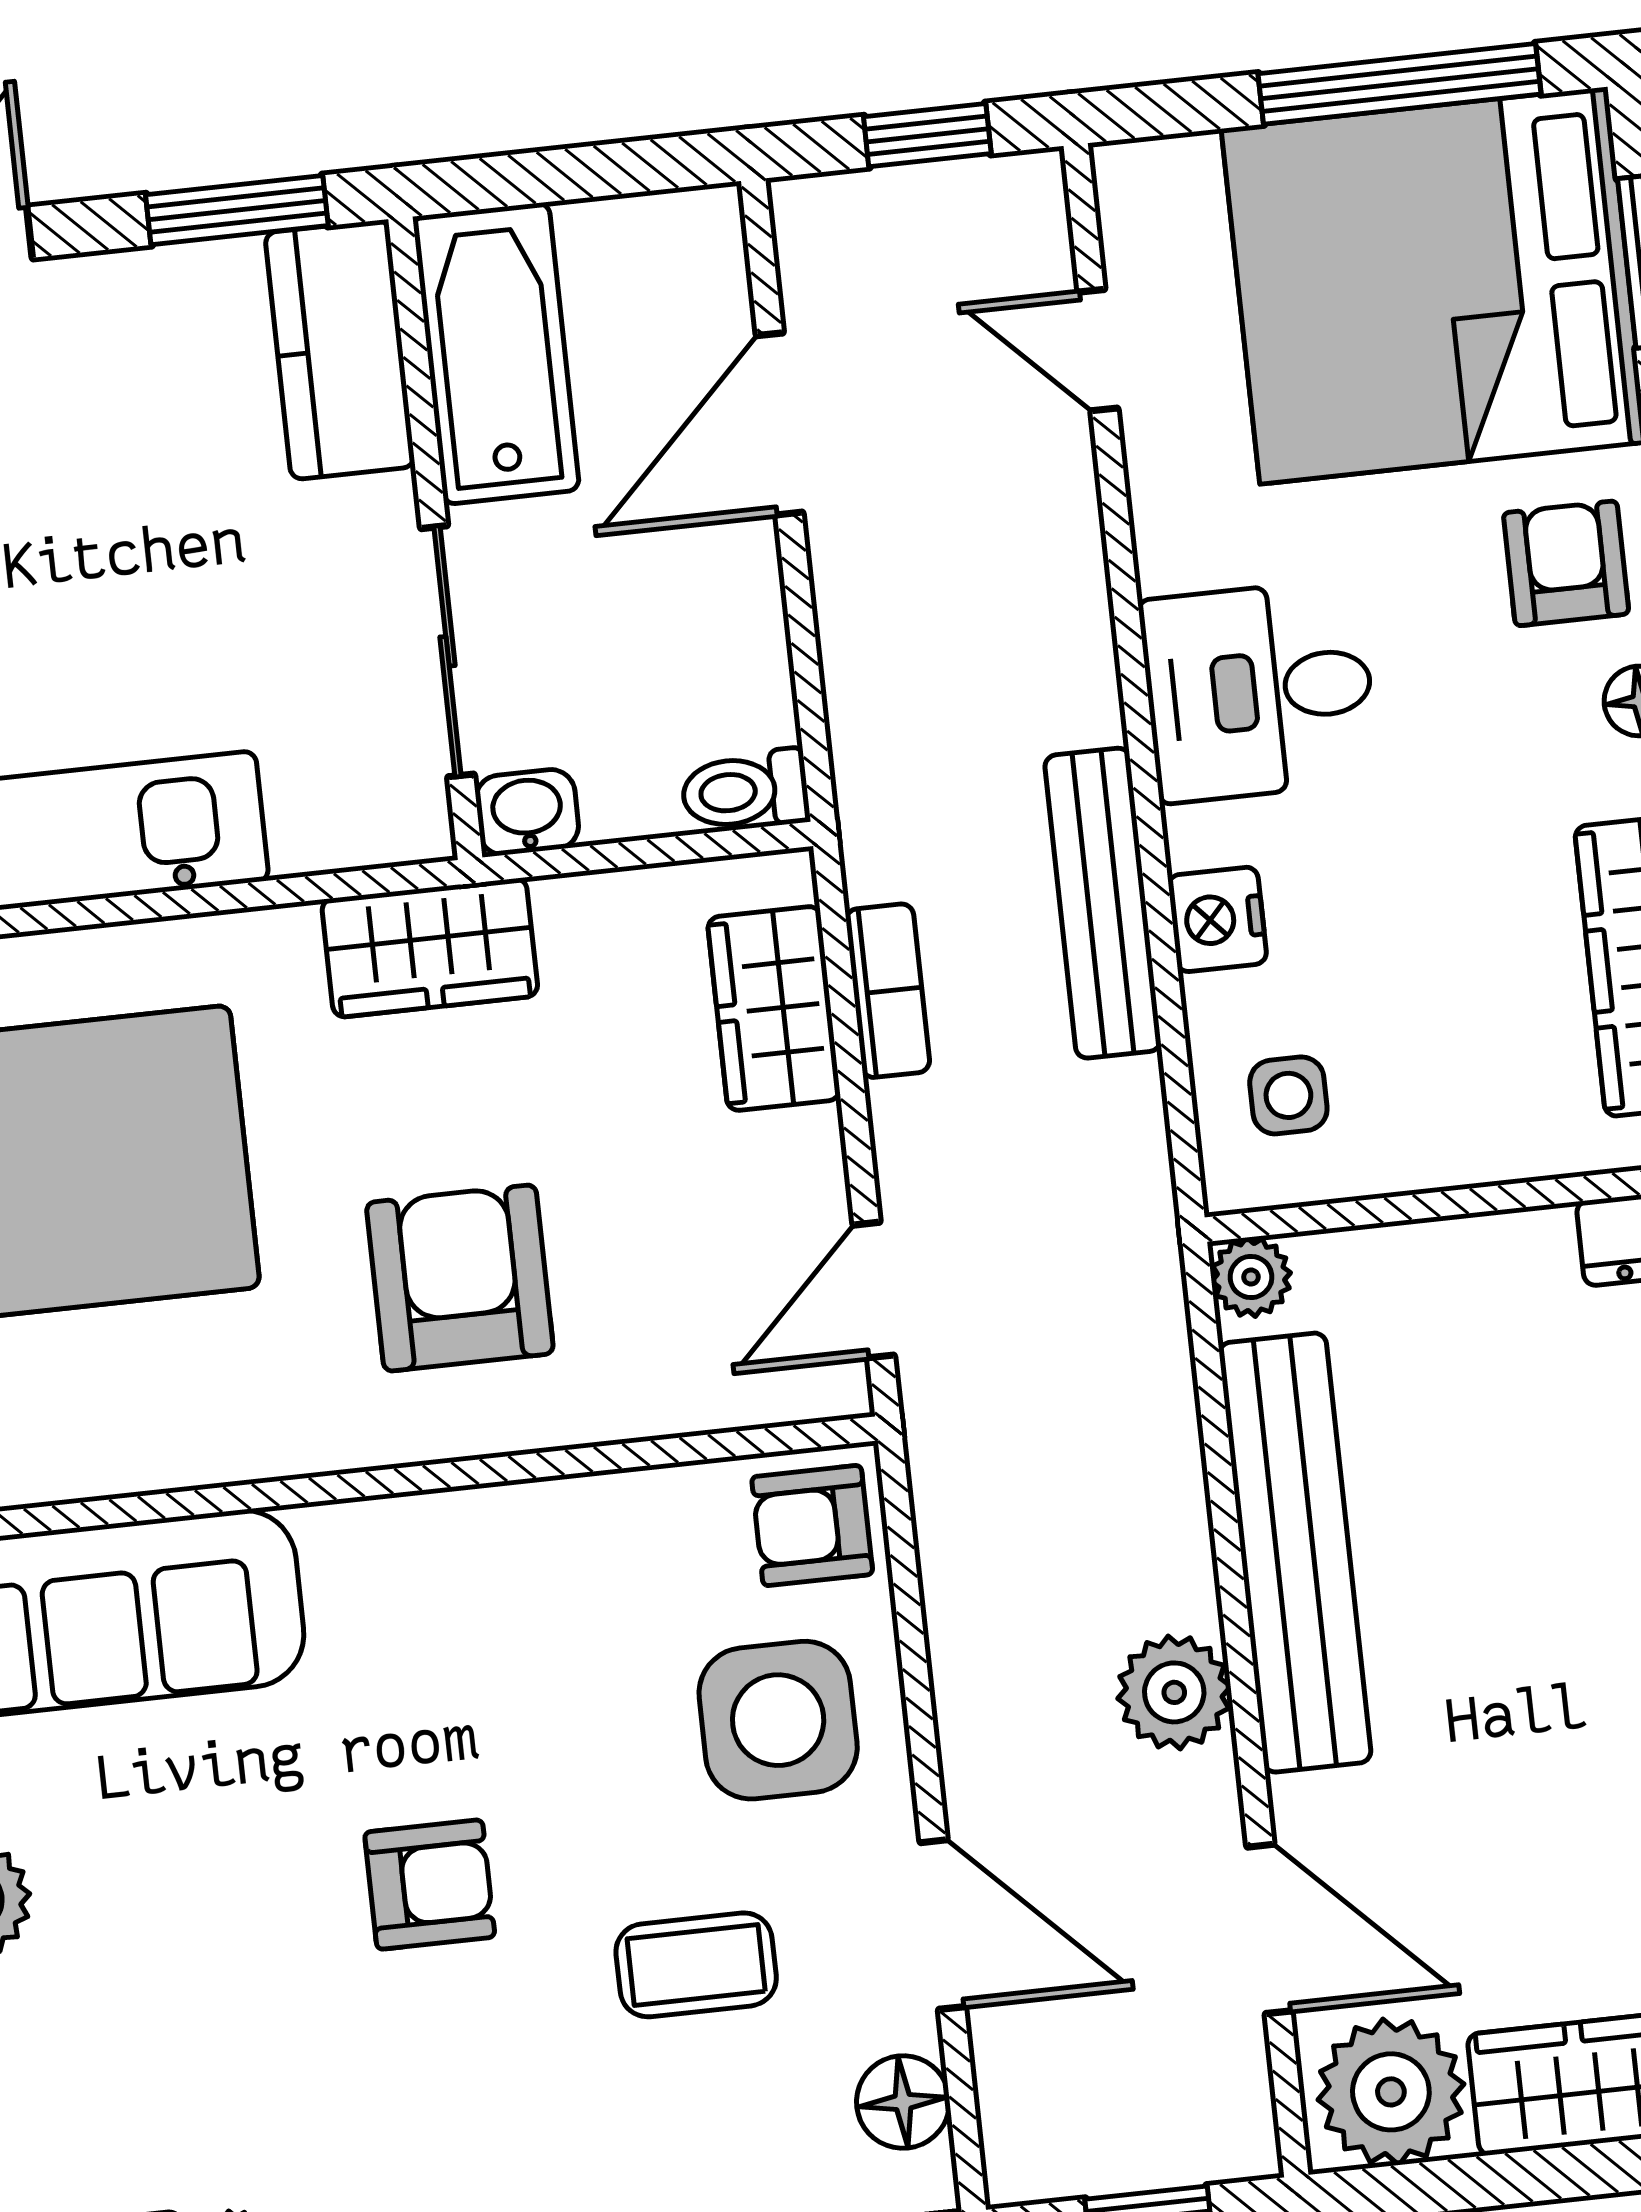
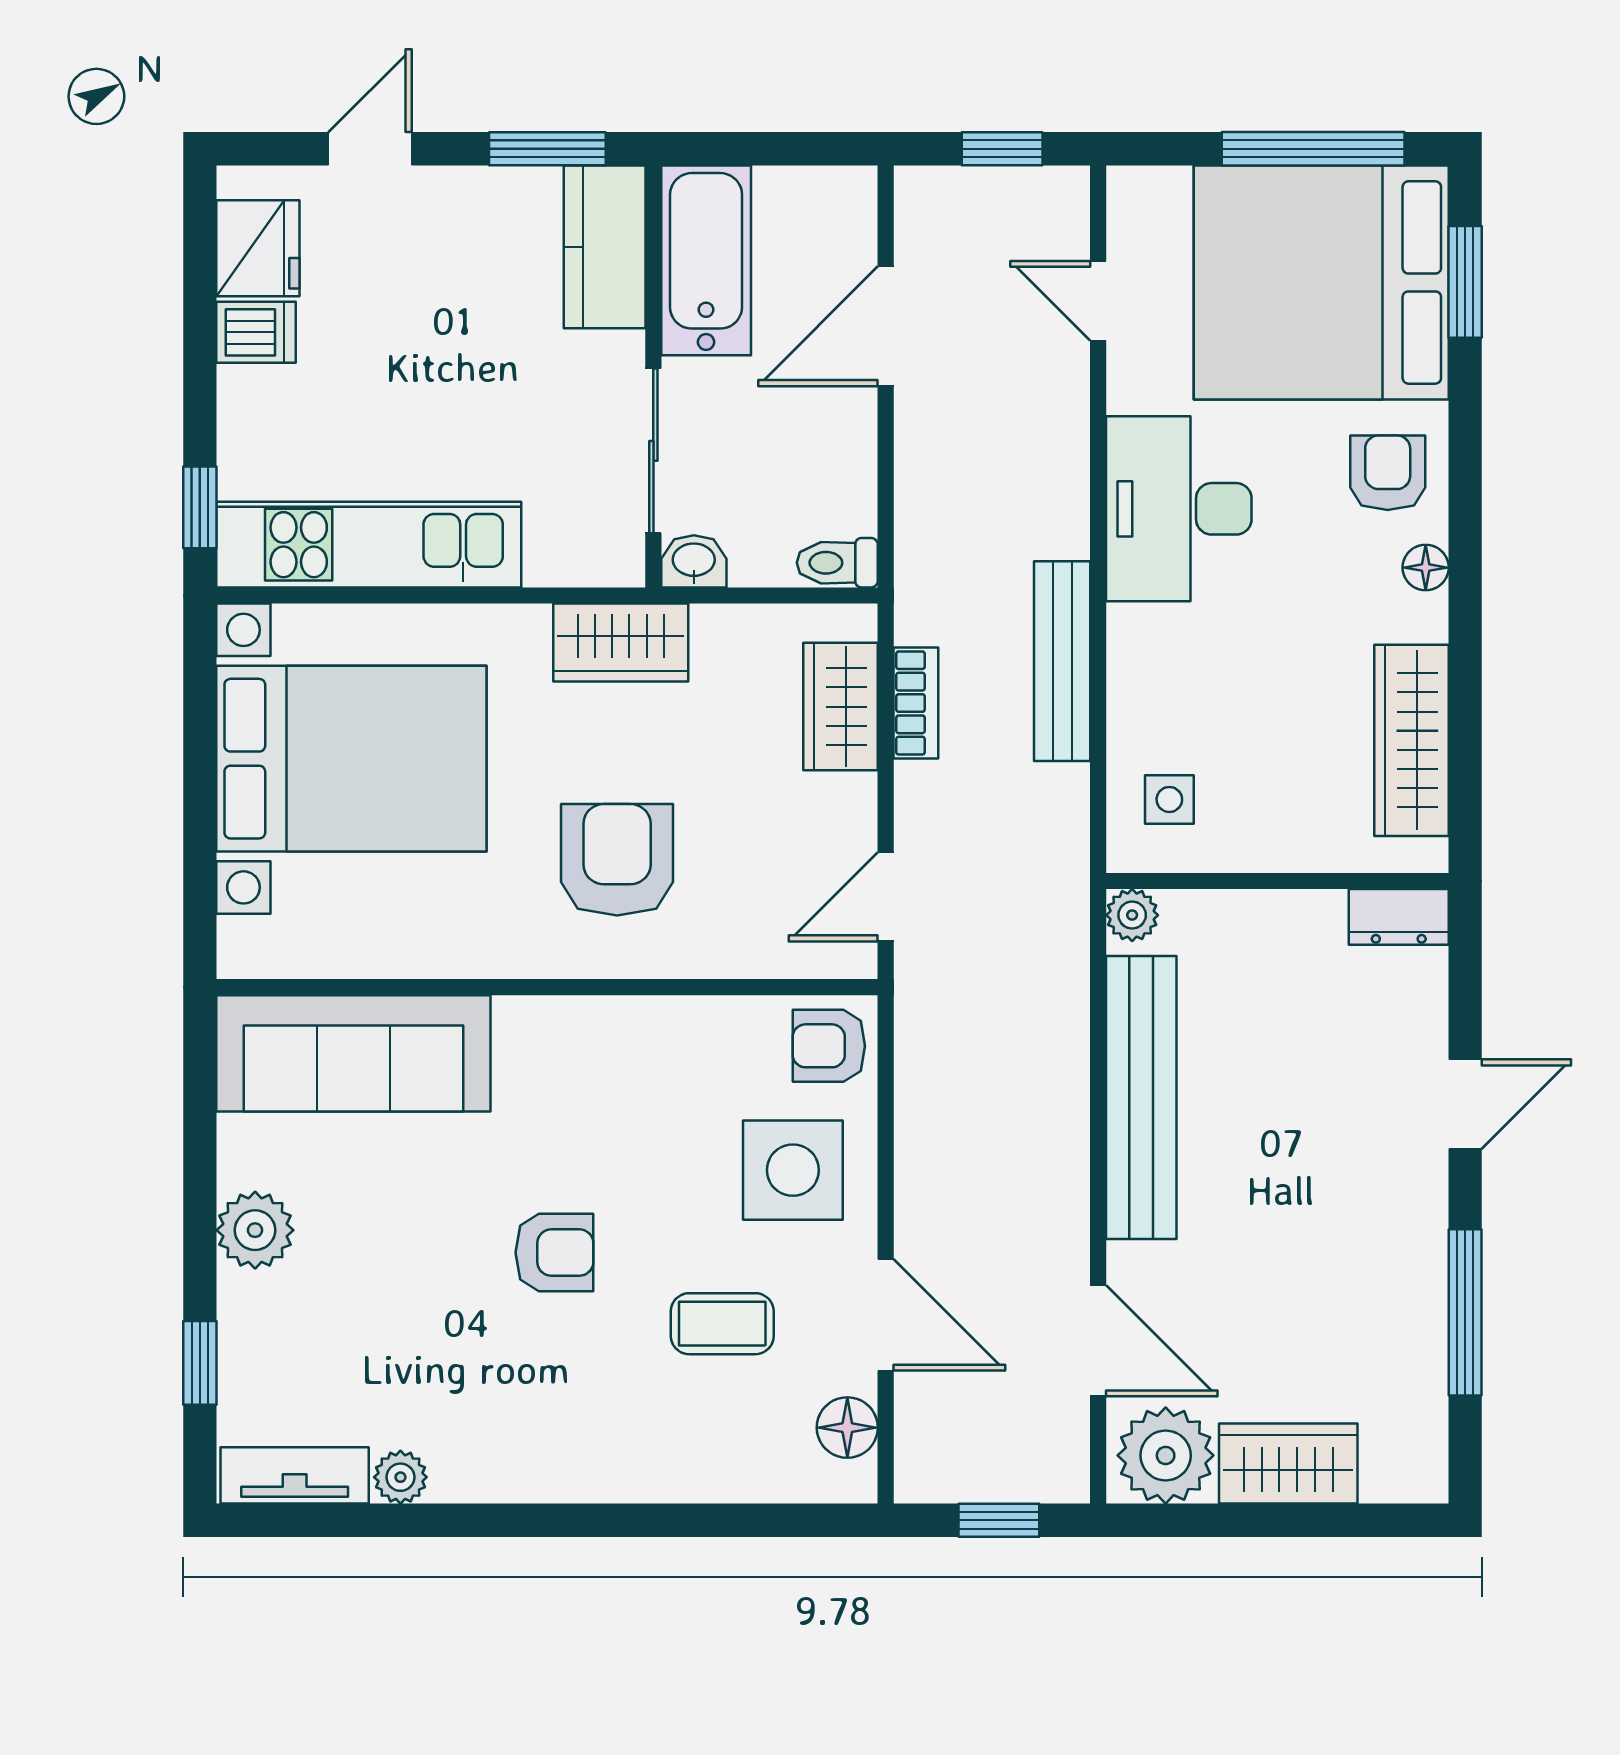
desk: (1259, 691) -> (1179, 509), width x1.37
nightstand: (1217, 919) -> (1135, 680), removed
plant: (1174, 1692) -> (1053, 1180), removed

